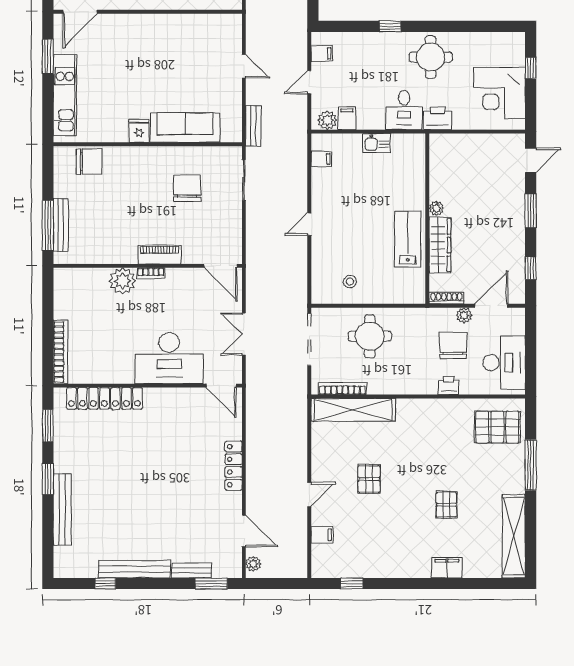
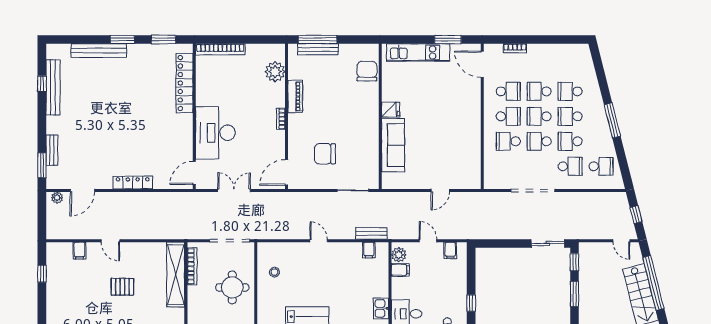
bench: (253, 126) -> (371, 233), moved
kitchen sink: (377, 143) -> (381, 308), moved
chair: (89, 162) -> (367, 71), turned 180
chair: (187, 188) -> (325, 154), moved, turned 180
piano: (160, 255) -> (295, 96), moved
plant: (123, 281) -> (275, 72), moved
bench: (134, 569) -> (53, 88), moved

